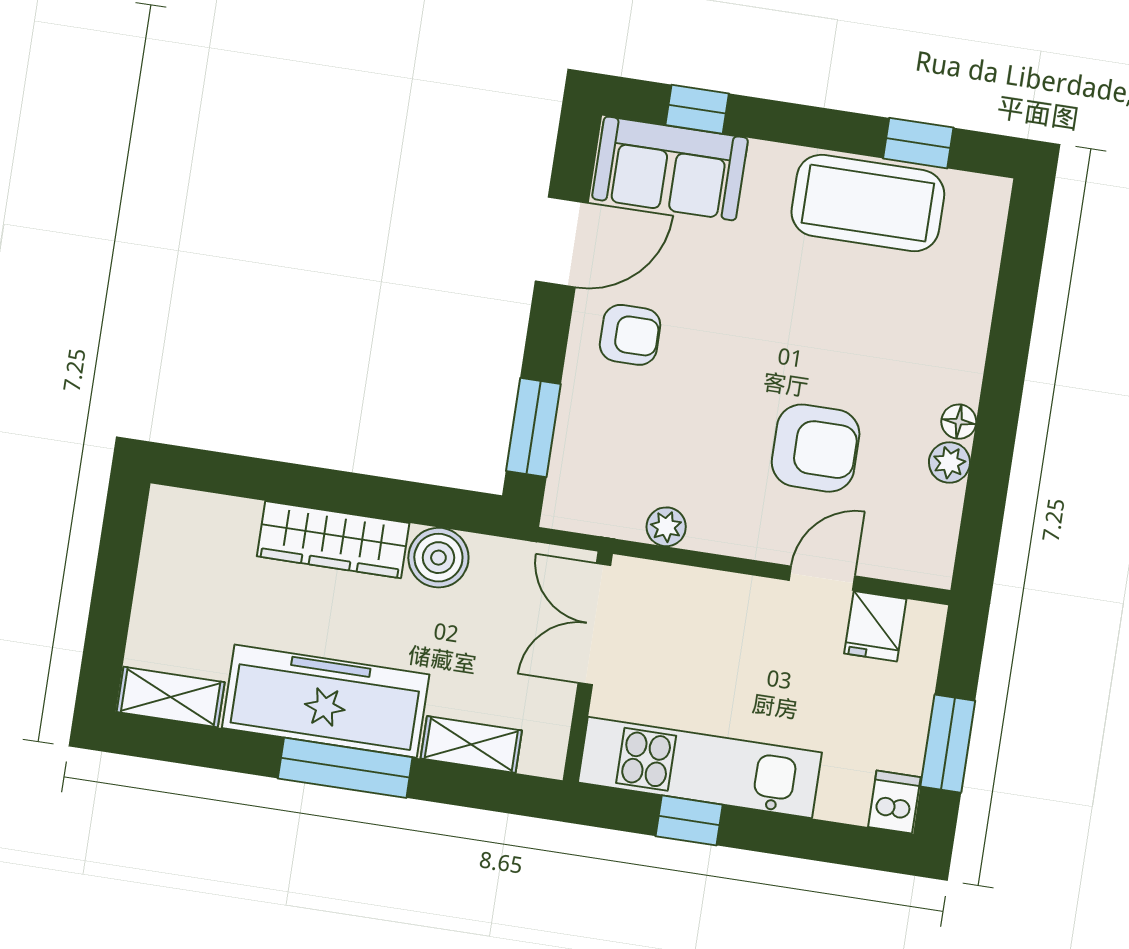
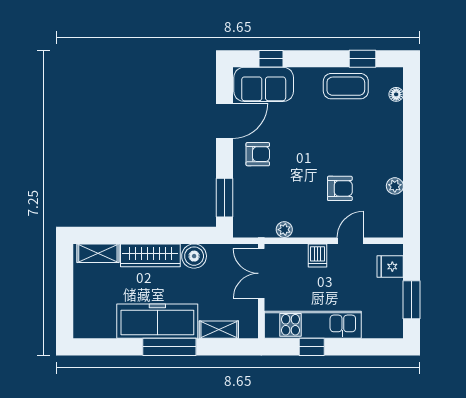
coffee table: (868, 203) -> (346, 86), width x0.73, depth x0.76
floor lamp: (959, 422) -> (396, 94), moved
armchair: (816, 448) -> (340, 188), width x0.72, depth x0.72
fridge: (875, 626) -> (390, 267), moved, turned 90
shelving: (171, 697) -> (98, 253), moved
dishwasher: (894, 802) -> (317, 256), moved, turned 180

